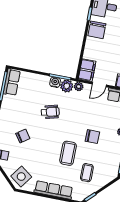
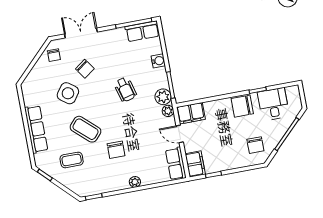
water cooler: (55, 82) -> (158, 61), moved
coffee table: (68, 153) -> (85, 129), turned 42
side table: (21, 177) -> (68, 93), moved

